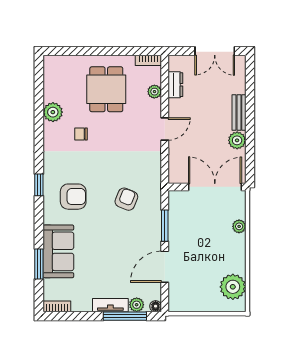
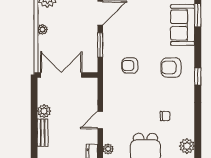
plant: (53, 112) -> (187, 146), moved
double door: (215, 187) -> (61, 75), swing flipped
armchair: (126, 199) -> (130, 65), turned 68
plant: (239, 226) -> (42, 30), moved

